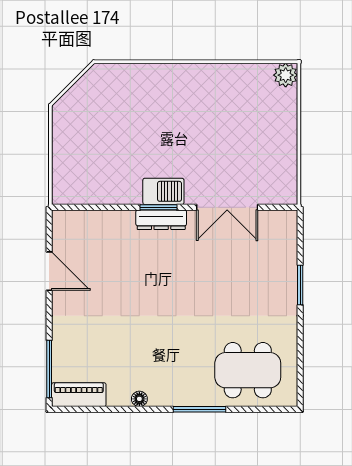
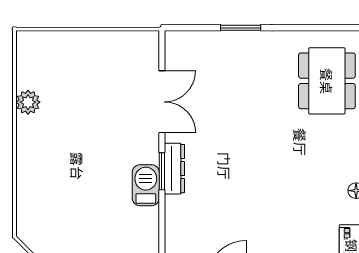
plant: (286, 75) -> (28, 102), moved
barbecue: (163, 191) -> (146, 185), moved

